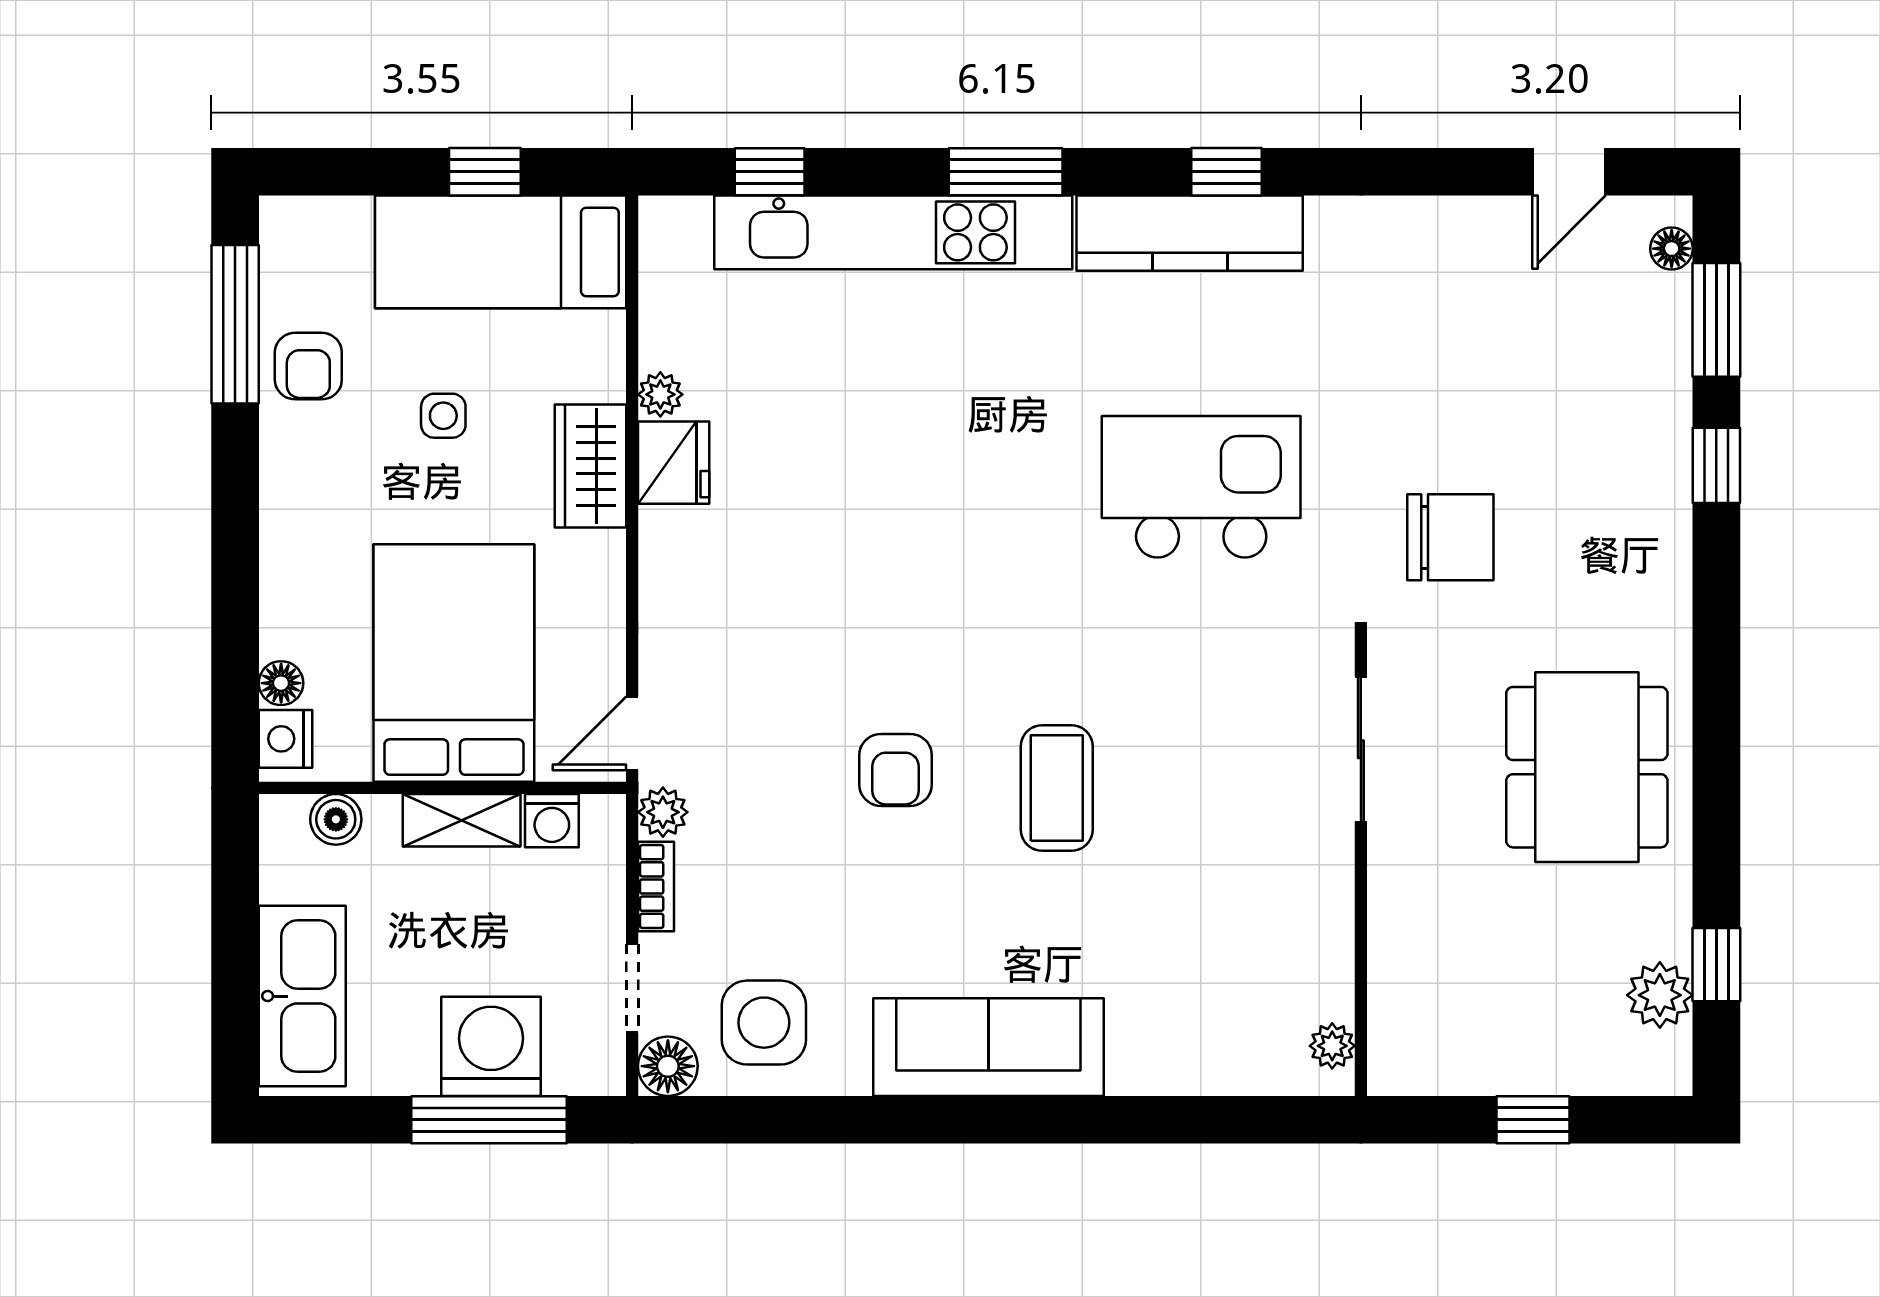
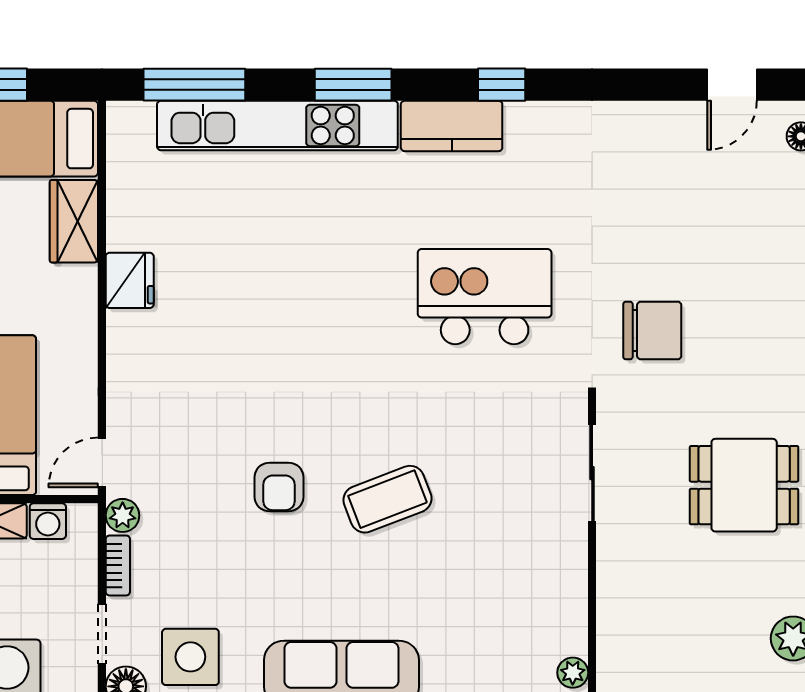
window: (770, 172) -> (194, 85), width x2.17
kitchen counter: (1190, 233) -> (452, 126), width x0.67
plant: (660, 394) -> (121, 234), removed
wardrobe: (591, 466) -> (74, 221), moved
dining table: (1587, 767) -> (744, 485), width x0.73
coffee table: (1057, 788) -> (387, 499), turned 69

